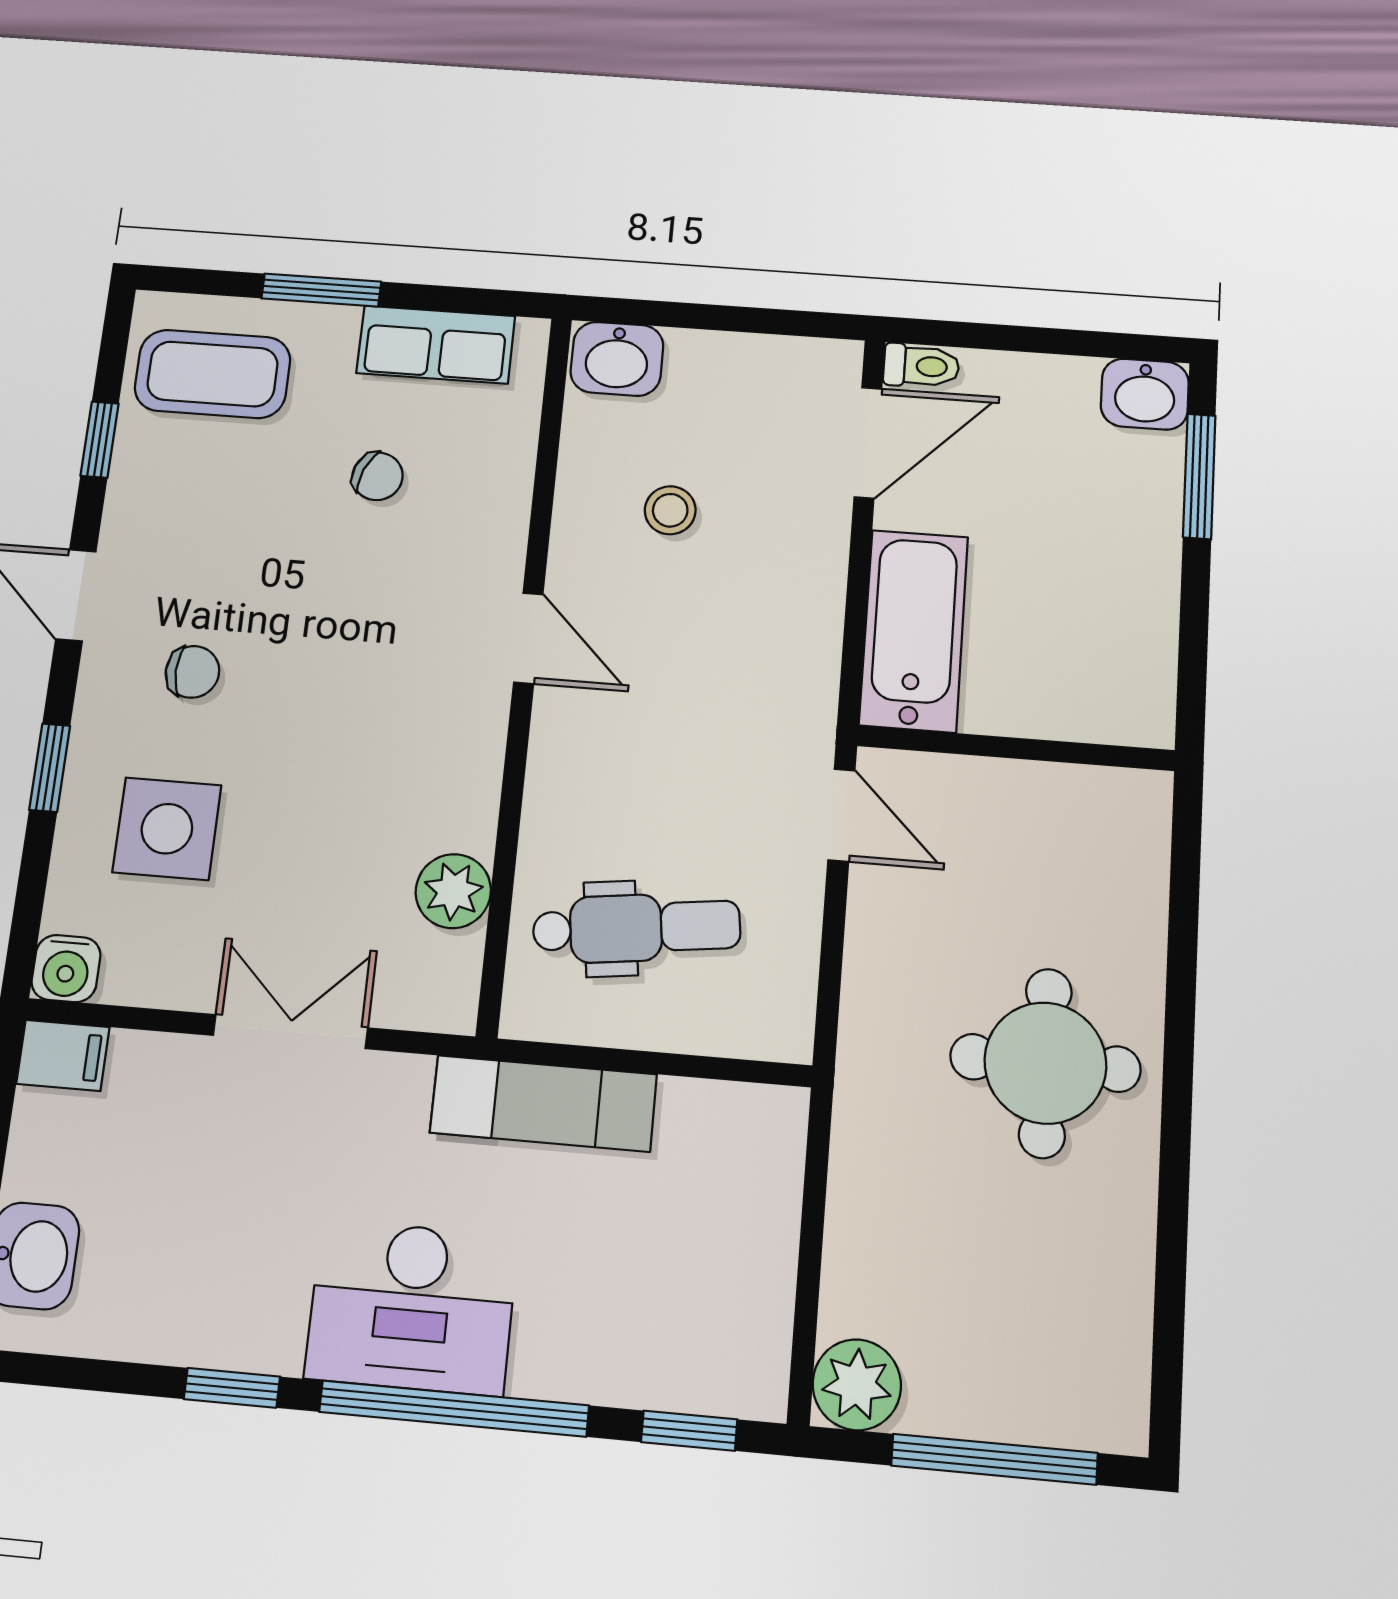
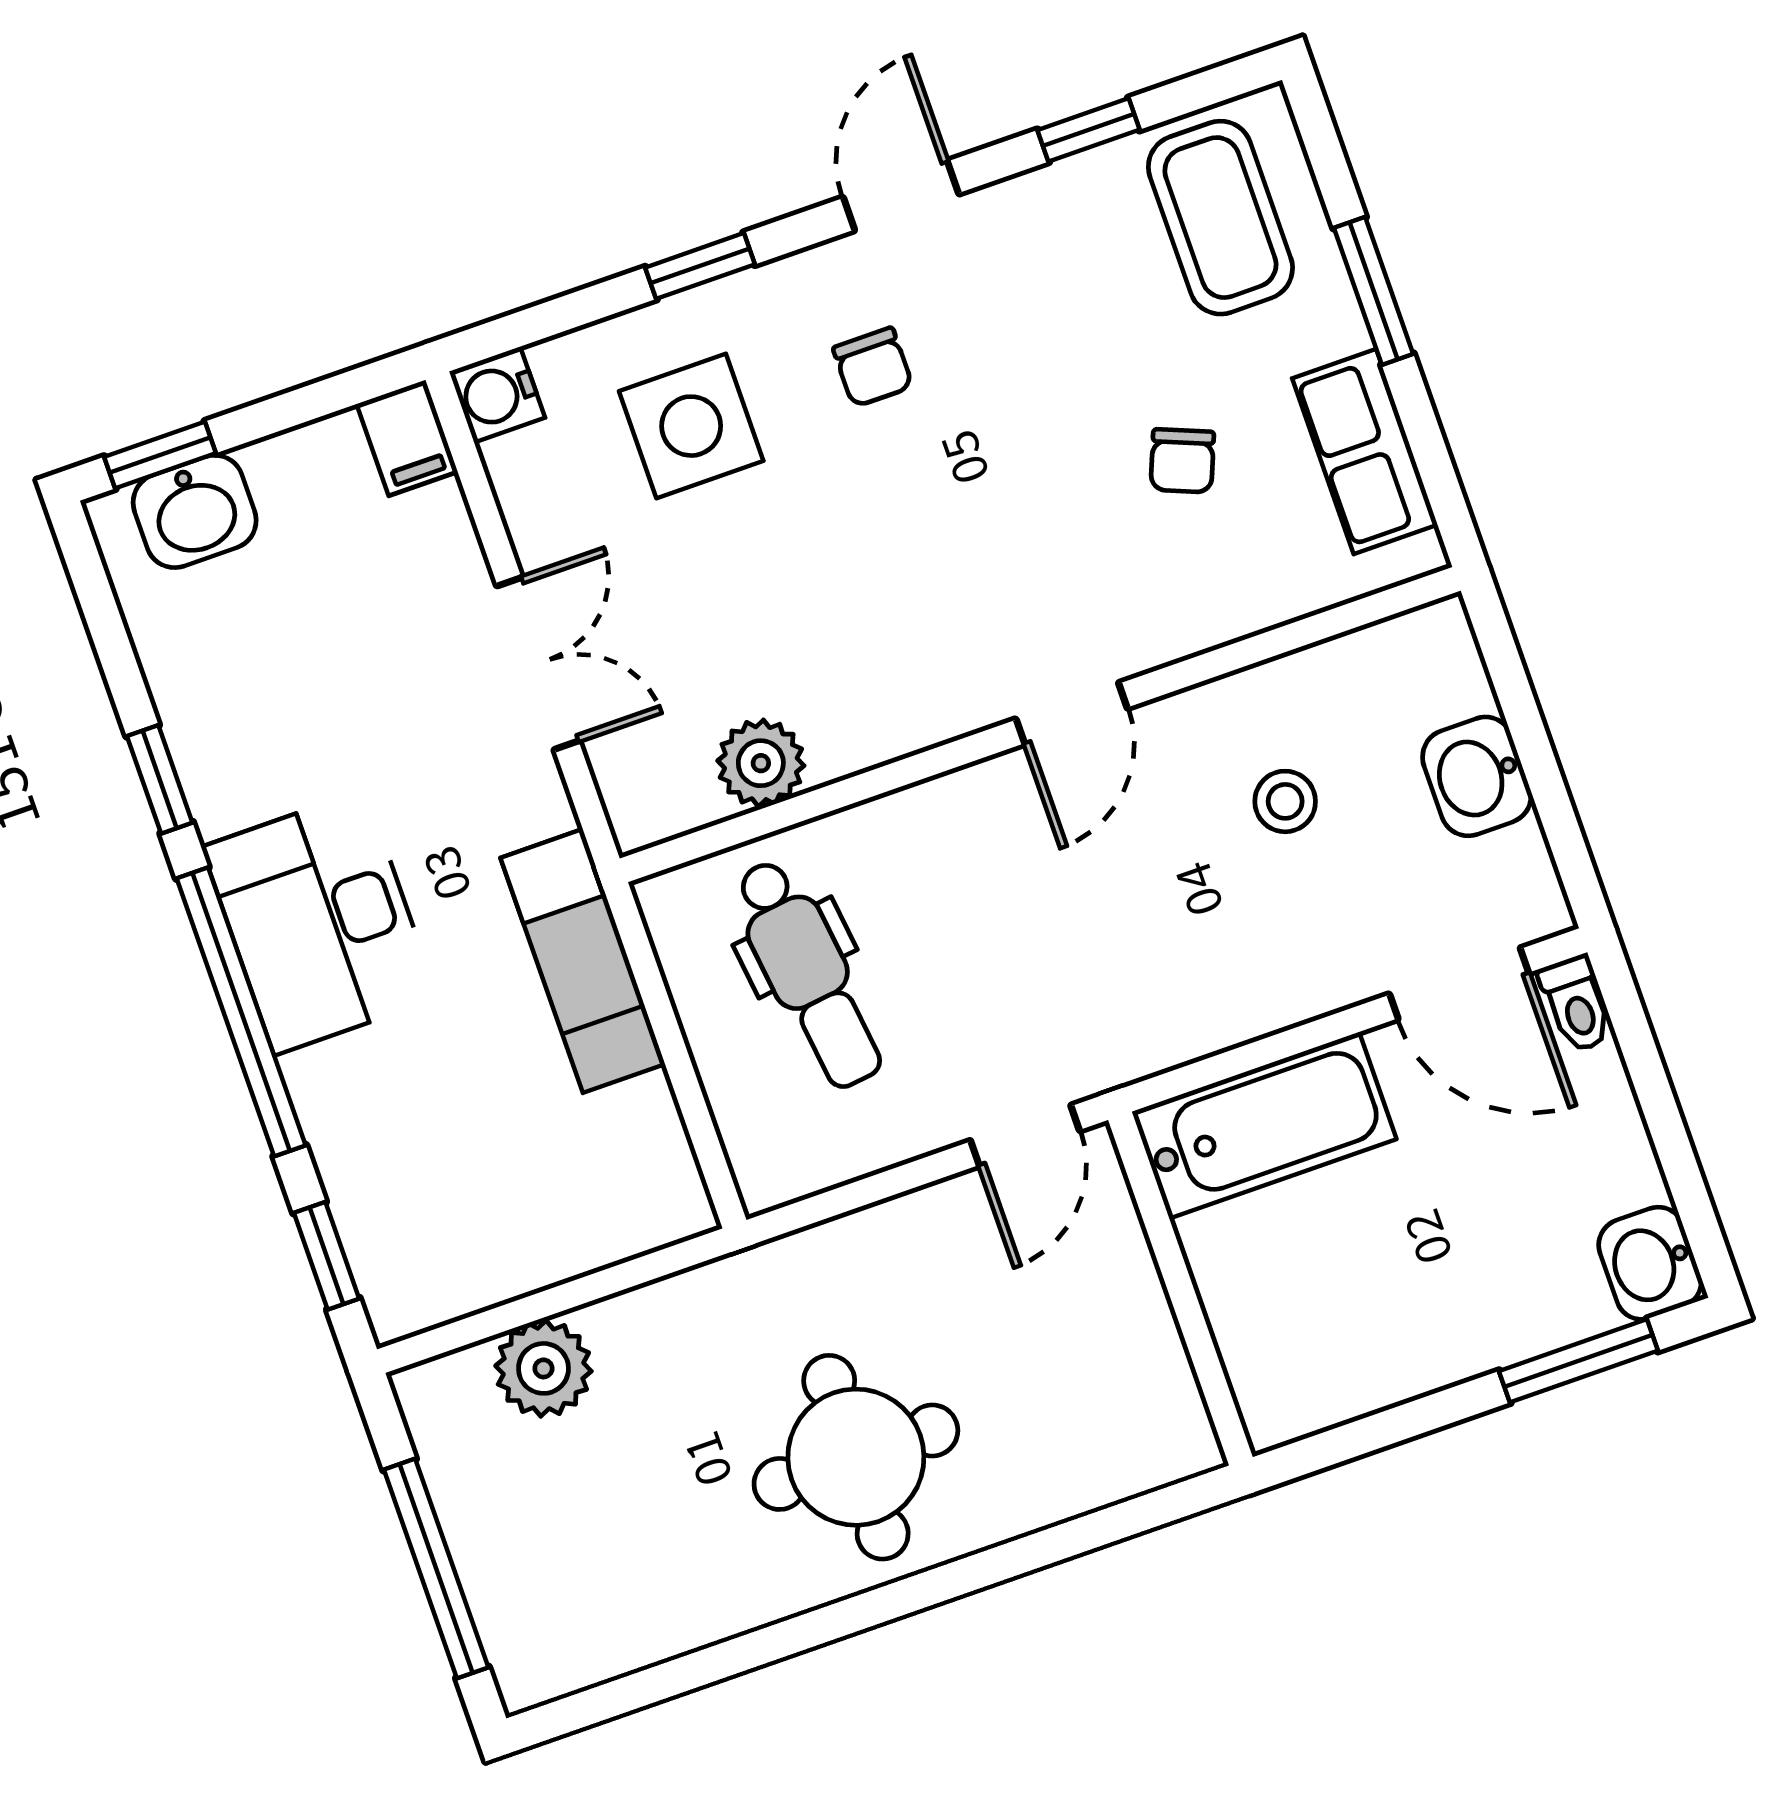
washbasin: (617, 359) -> (1477, 776), moved
plant: (857, 1385) -> (543, 1368), moved

